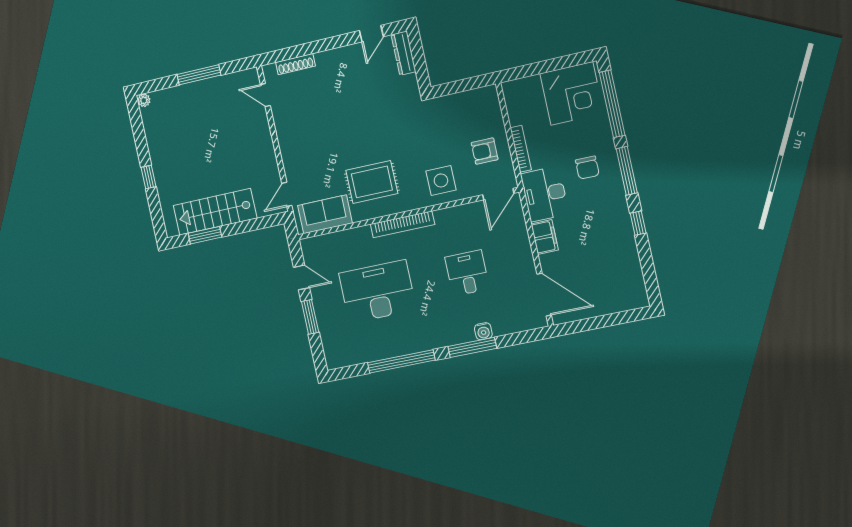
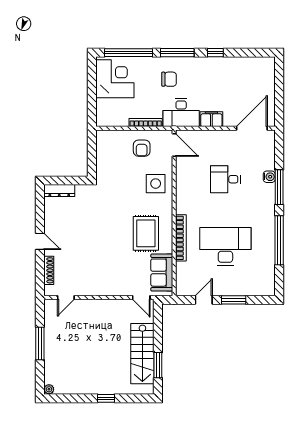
door: (371, 34) -> (40, 241), moved
bookcase: (402, 224) -> (181, 238), moved
desk: (377, 292) -> (225, 246), turned 90

